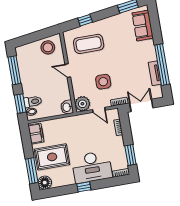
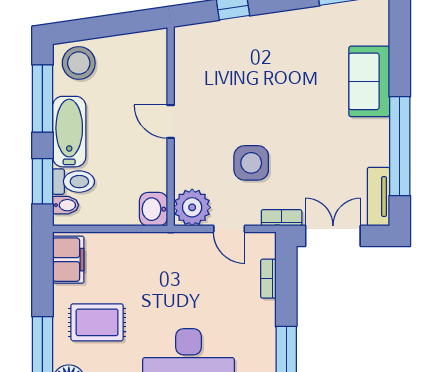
sofa: (143, 26) -> (369, 81), moved
coffee table: (89, 44) -> (232, 66), removed
stool: (48, 47) -> (79, 63), moved
tv unit: (155, 73) -> (378, 197), moved
bathtub: (27, 82) -> (69, 132), added
rug: (52, 157) -> (97, 322), width x0.73, depth x0.70

